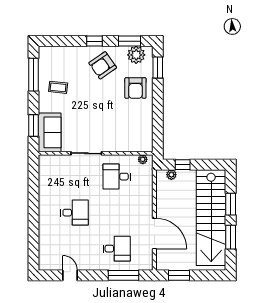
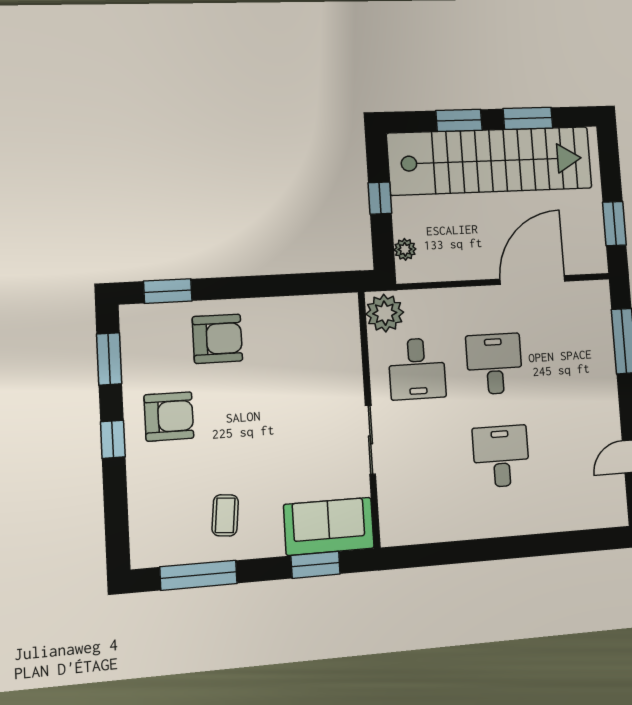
plant: (136, 55) -> (141, 341), removed
armchair: (103, 65) -> (169, 417), turned -55
plant: (143, 159) -> (385, 313), width x1.87, depth x1.87
window: (183, 165) -> (380, 198), moved
desk: (117, 249) -> (494, 364), moved

